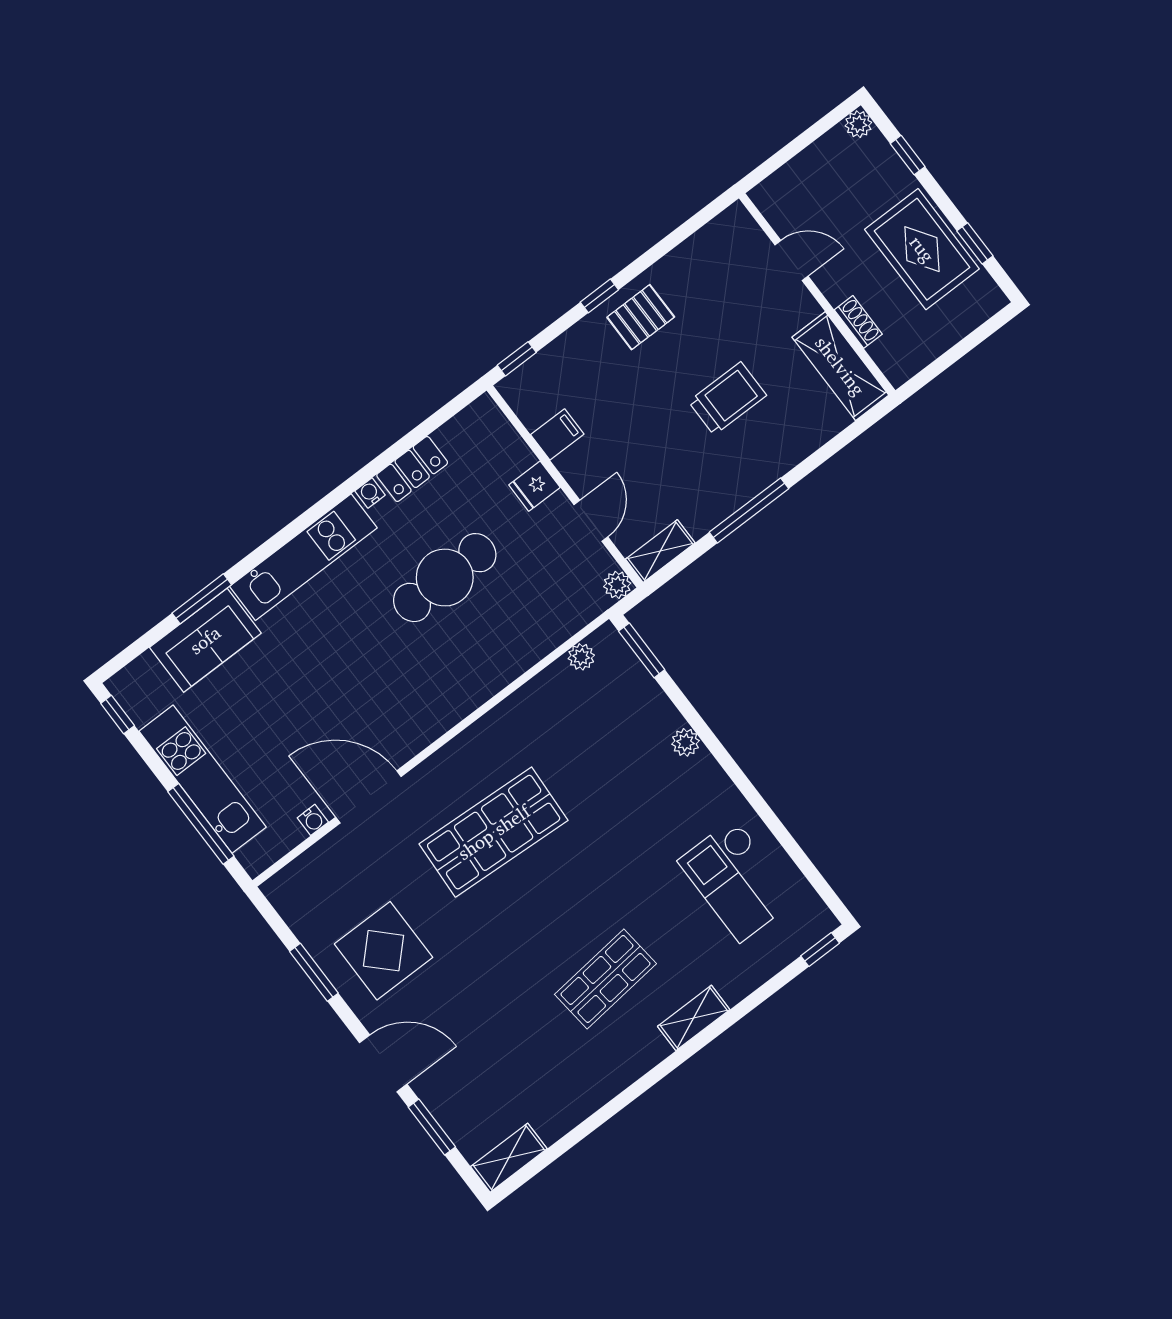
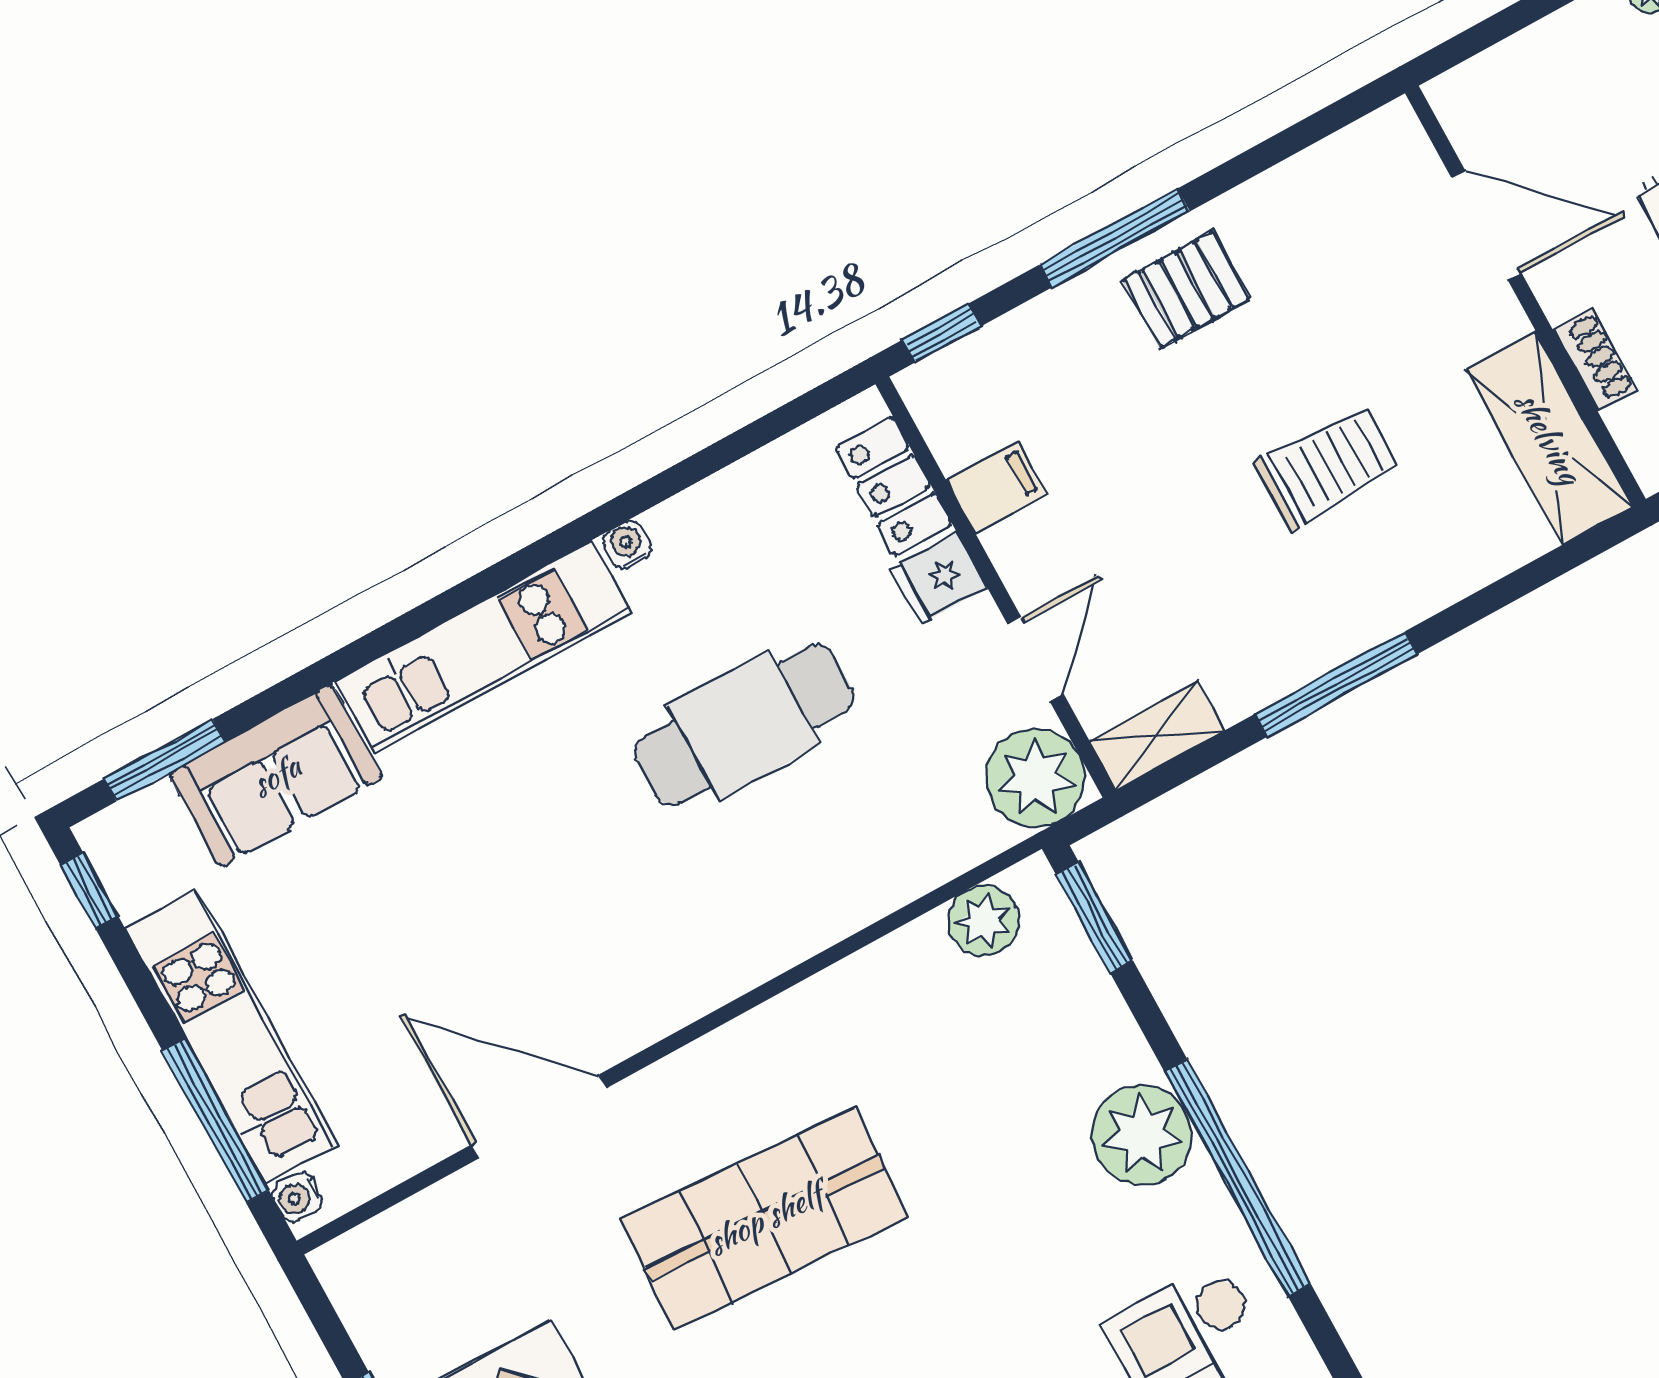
door: (791, 260) -> (1486, 225), width x1.38
window: (599, 296) -> (1115, 238), width x2.17
locker: (412, 469) -> (894, 486), moved, turned 90
plant: (617, 585) -> (1036, 778), width x1.87, depth x1.87
window: (202, 599) -> (164, 760), moved
plant: (581, 657) -> (983, 921), width x1.38, depth x1.38
plant: (685, 742) -> (1142, 1135), width x1.87, depth x1.87
window: (736, 774) -> (1237, 1177), added
water cooler: (313, 820) -> (297, 1198), moved, turned 90

